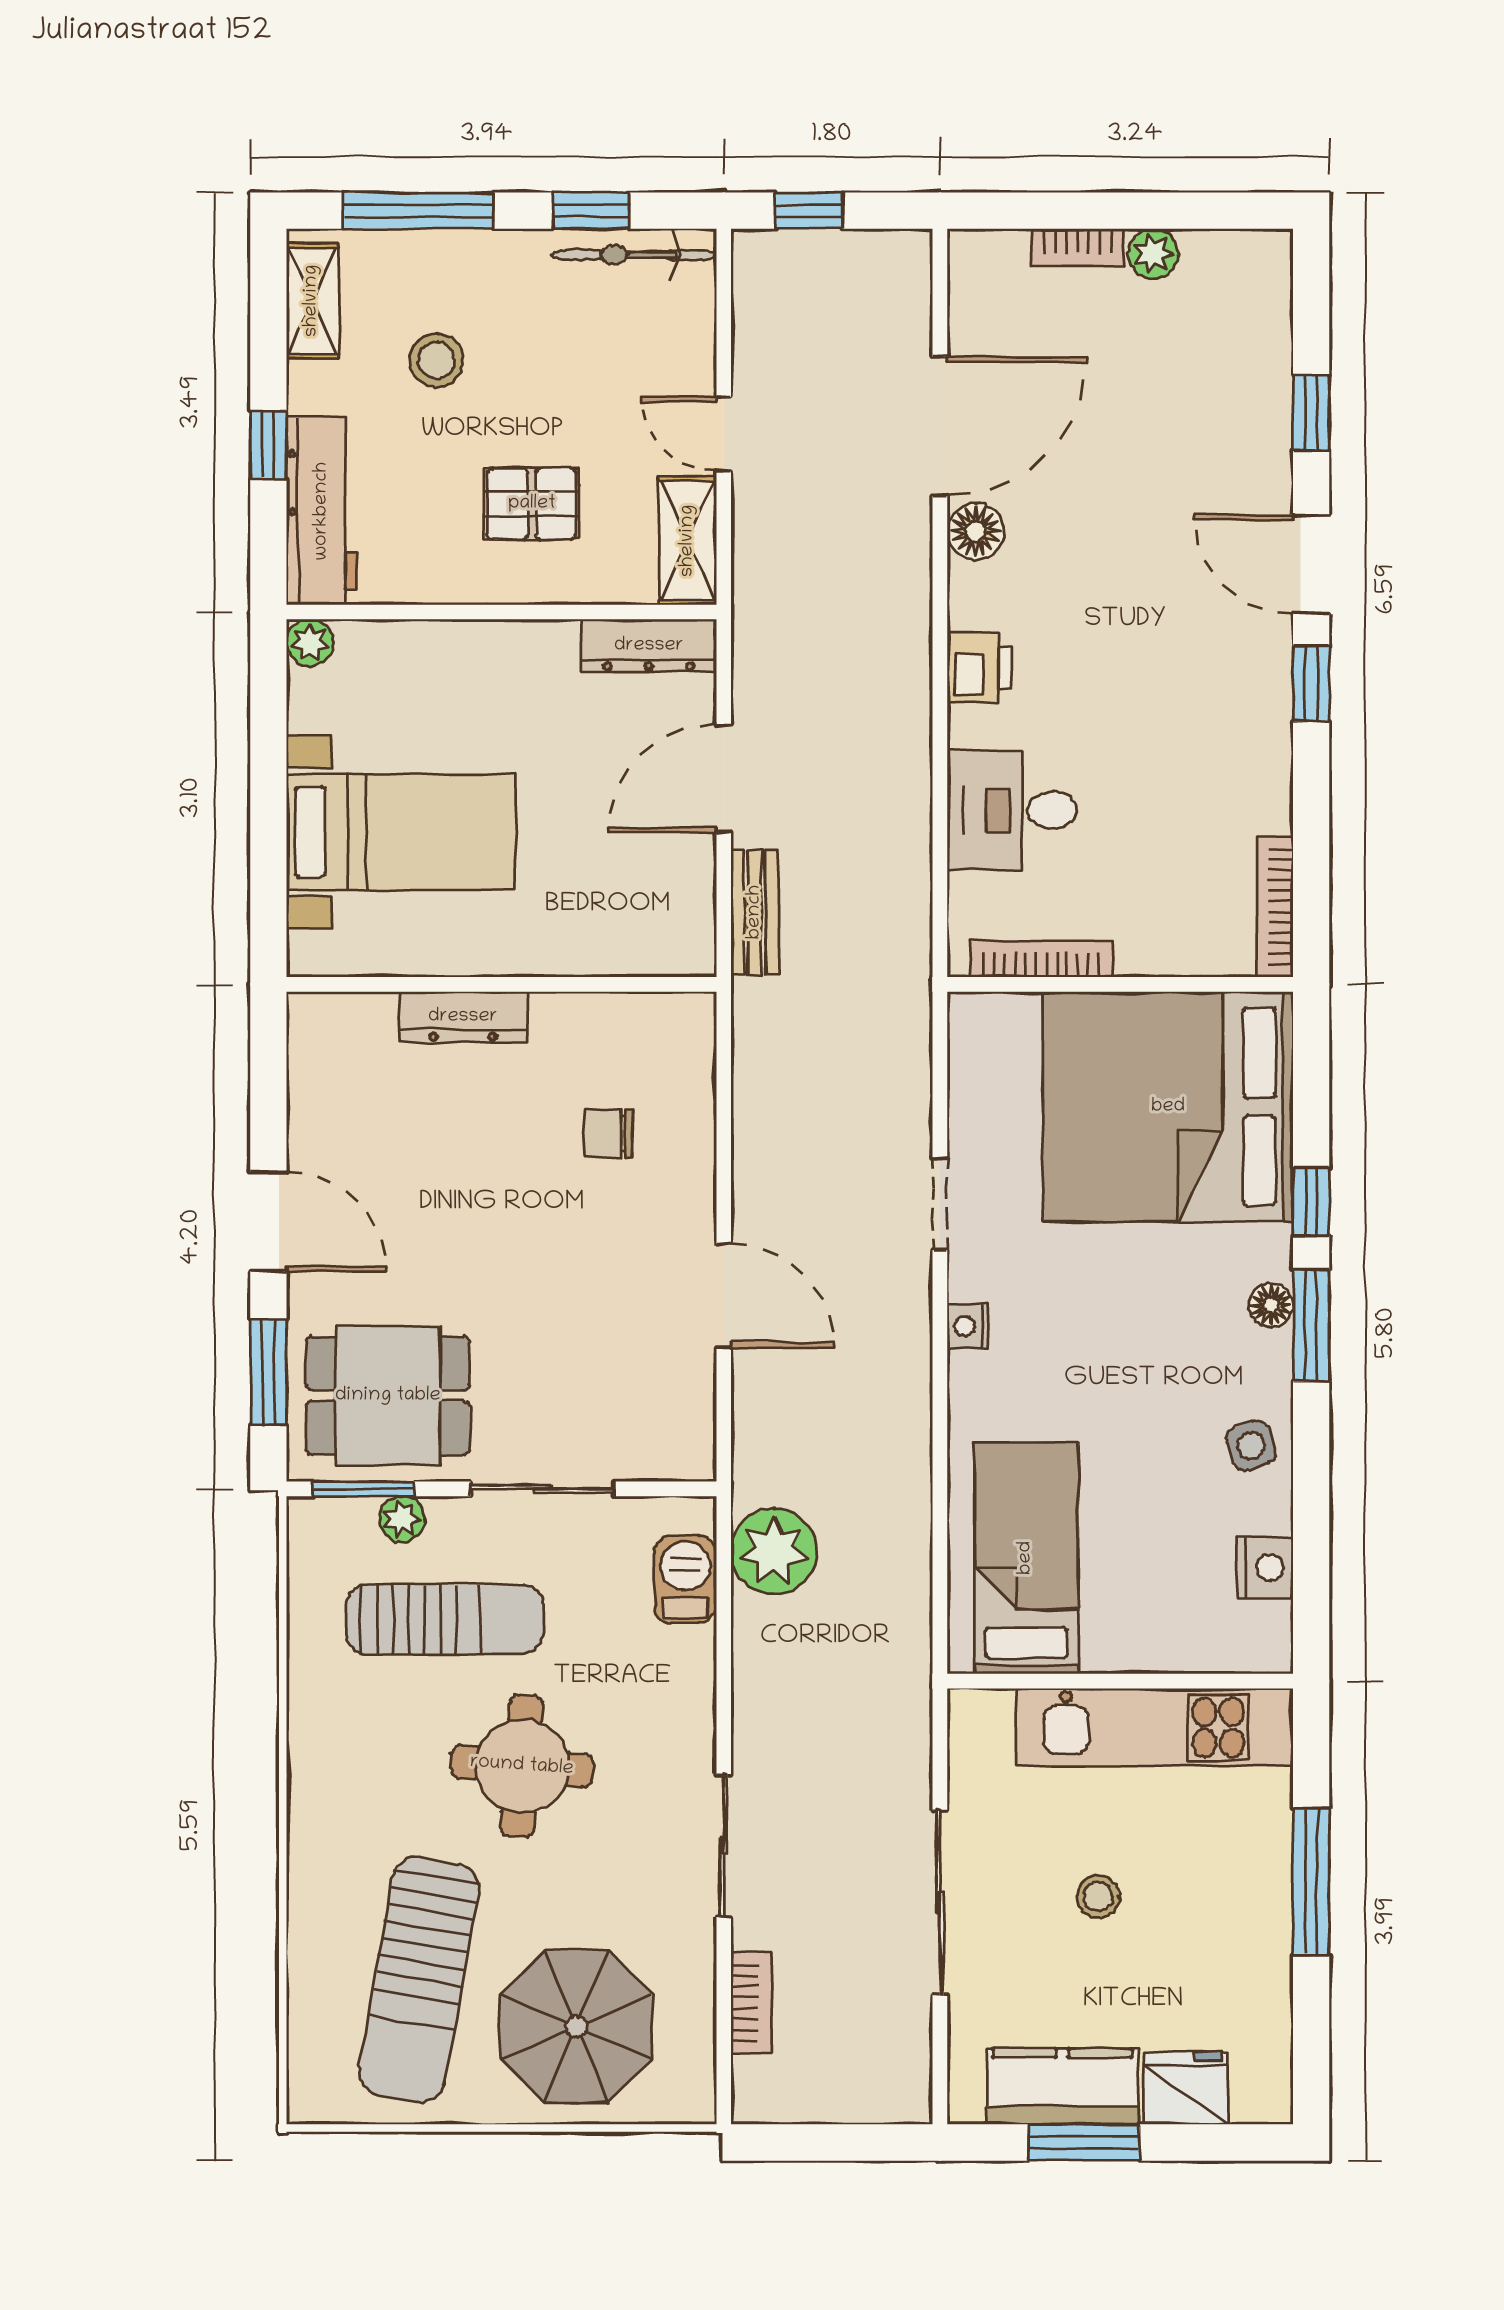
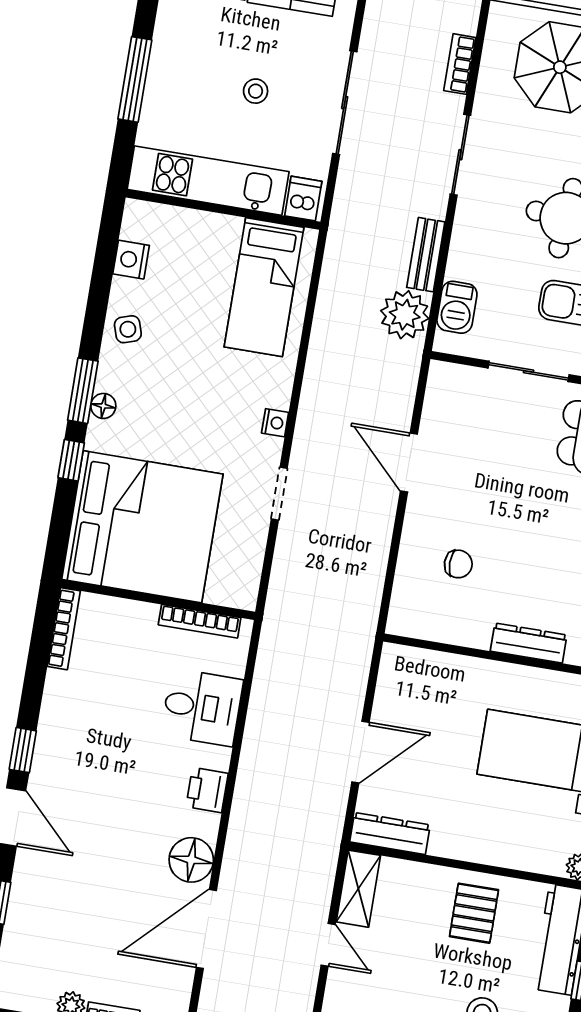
pallet: (532, 504) -> (474, 913), moved, turned 90
floor lamp: (976, 531) -> (191, 860), width x1.38, depth x1.38
bench: (755, 912) -> (426, 255), moved
dishwasher: (984, 1724) -> (303, 199), added

